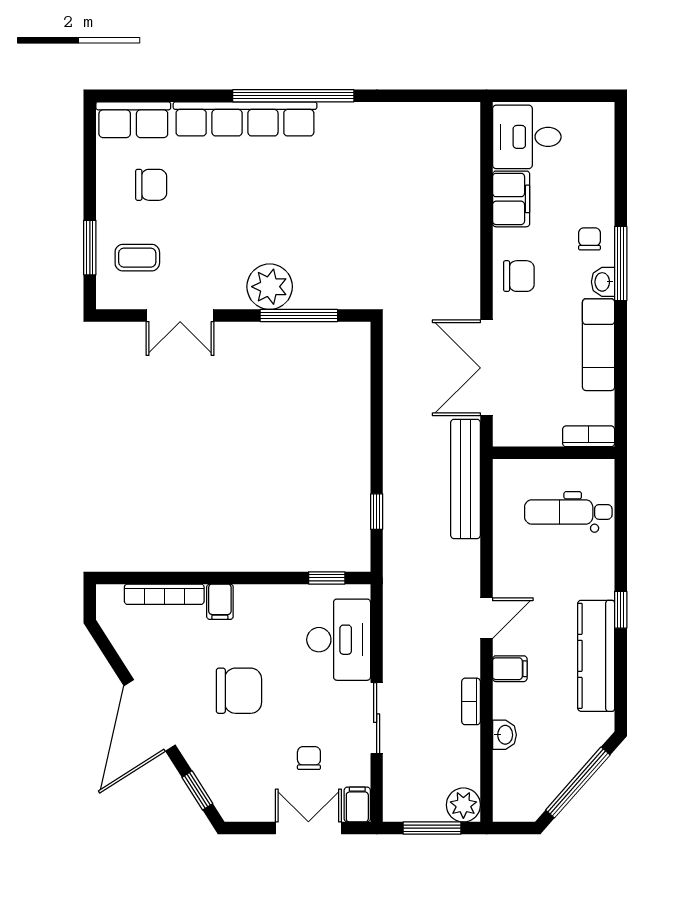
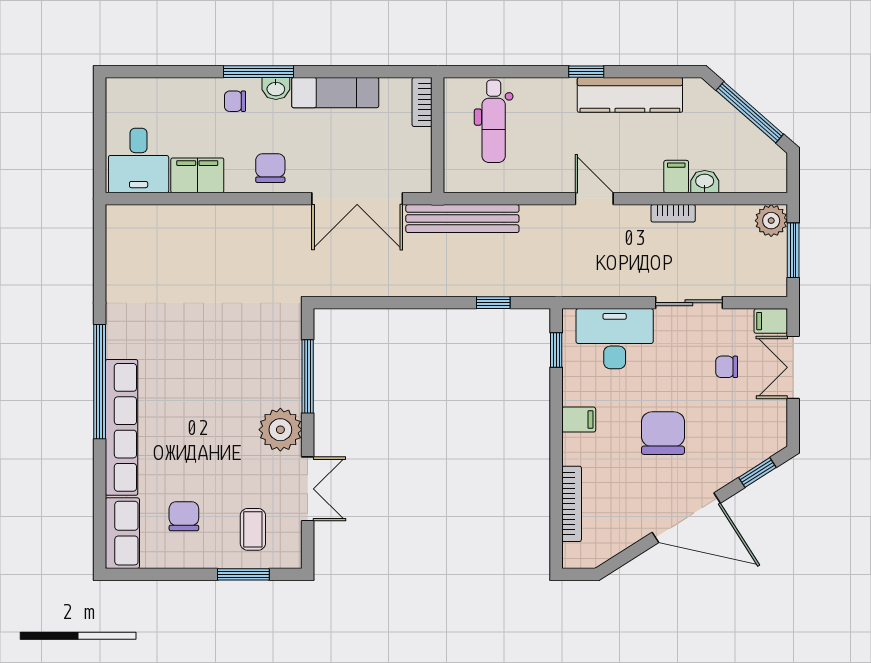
plant: (270, 287) -> (280, 430), moved
filing cabinet: (220, 602) -> (579, 420), moved
filing cabinet: (510, 669) -> (676, 177), moved

